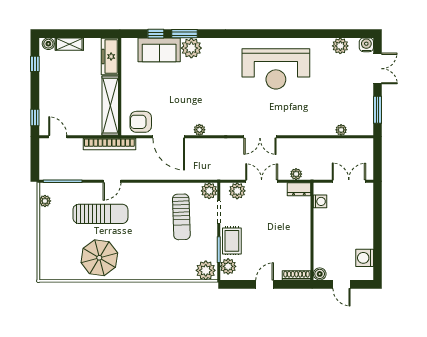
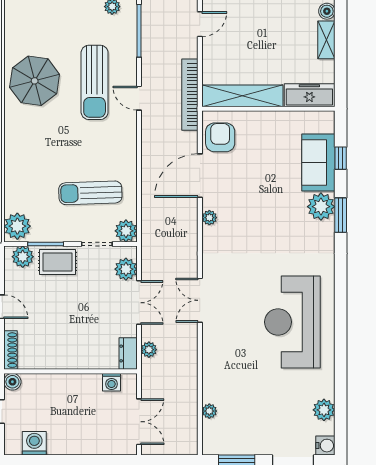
window: (185, 34) -> (341, 215), moved

